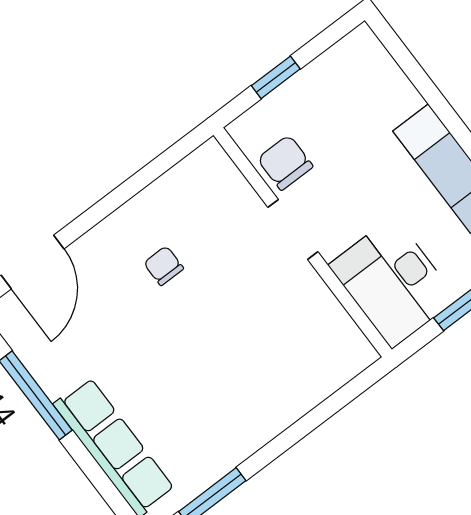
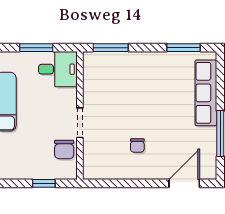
desk: (393, 282) -> (58, 69), width x0.73
window: (339, 400) -> (111, 48), added

